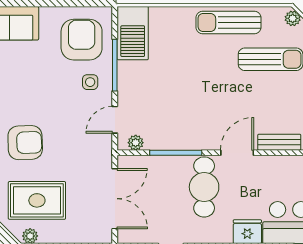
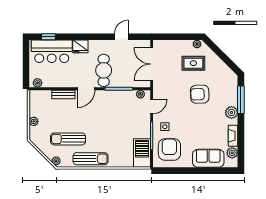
armchair: (82, 40) -> (169, 149), turned 180
rug: (37, 200) -> (193, 63), width x0.73, depth x0.70

